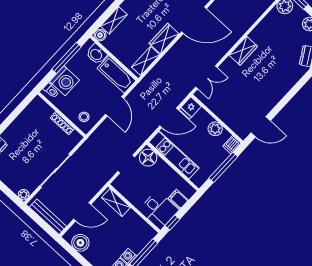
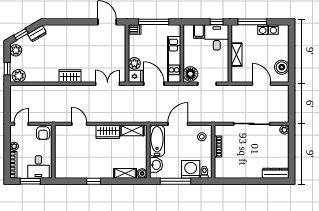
door: (194, 20) -> (79, 124), width x0.53
plant: (215, 129) -> (134, 63), moved
shelving: (116, 203) -> (237, 55), moved
bench: (48, 217) -> (284, 102), removed

